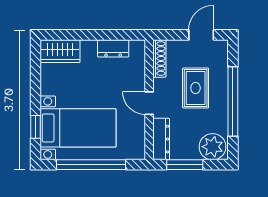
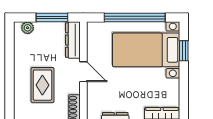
window: (233, 101) -> (10, 73), removed
plant: (213, 147) -> (28, 28), width x0.53, depth x0.53

